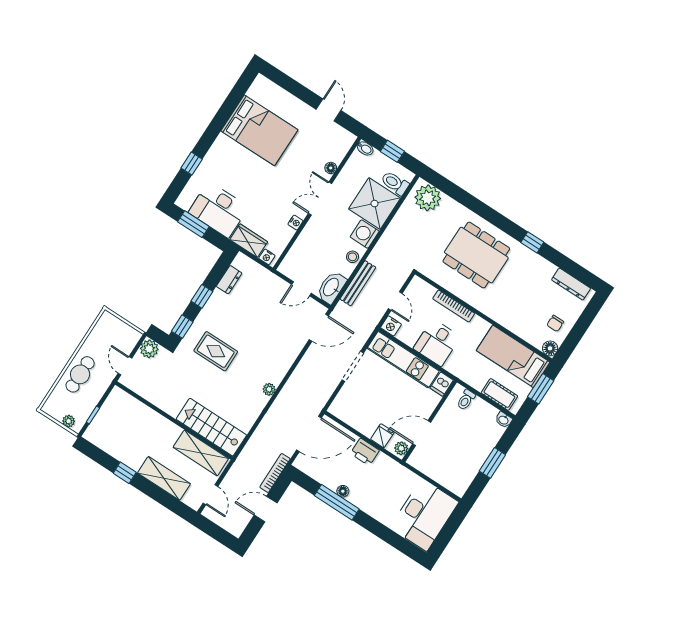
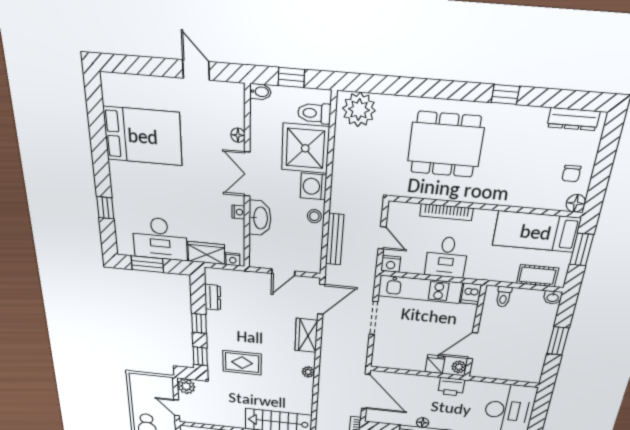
washbasin: (331, 287) -> (260, 218), moved, turned 180
wardrobe: (288, 354) -> (306, 335), added
door: (309, 434) -> (366, 392), hinge flipped
printer: (365, 452) -> (451, 387), moved

